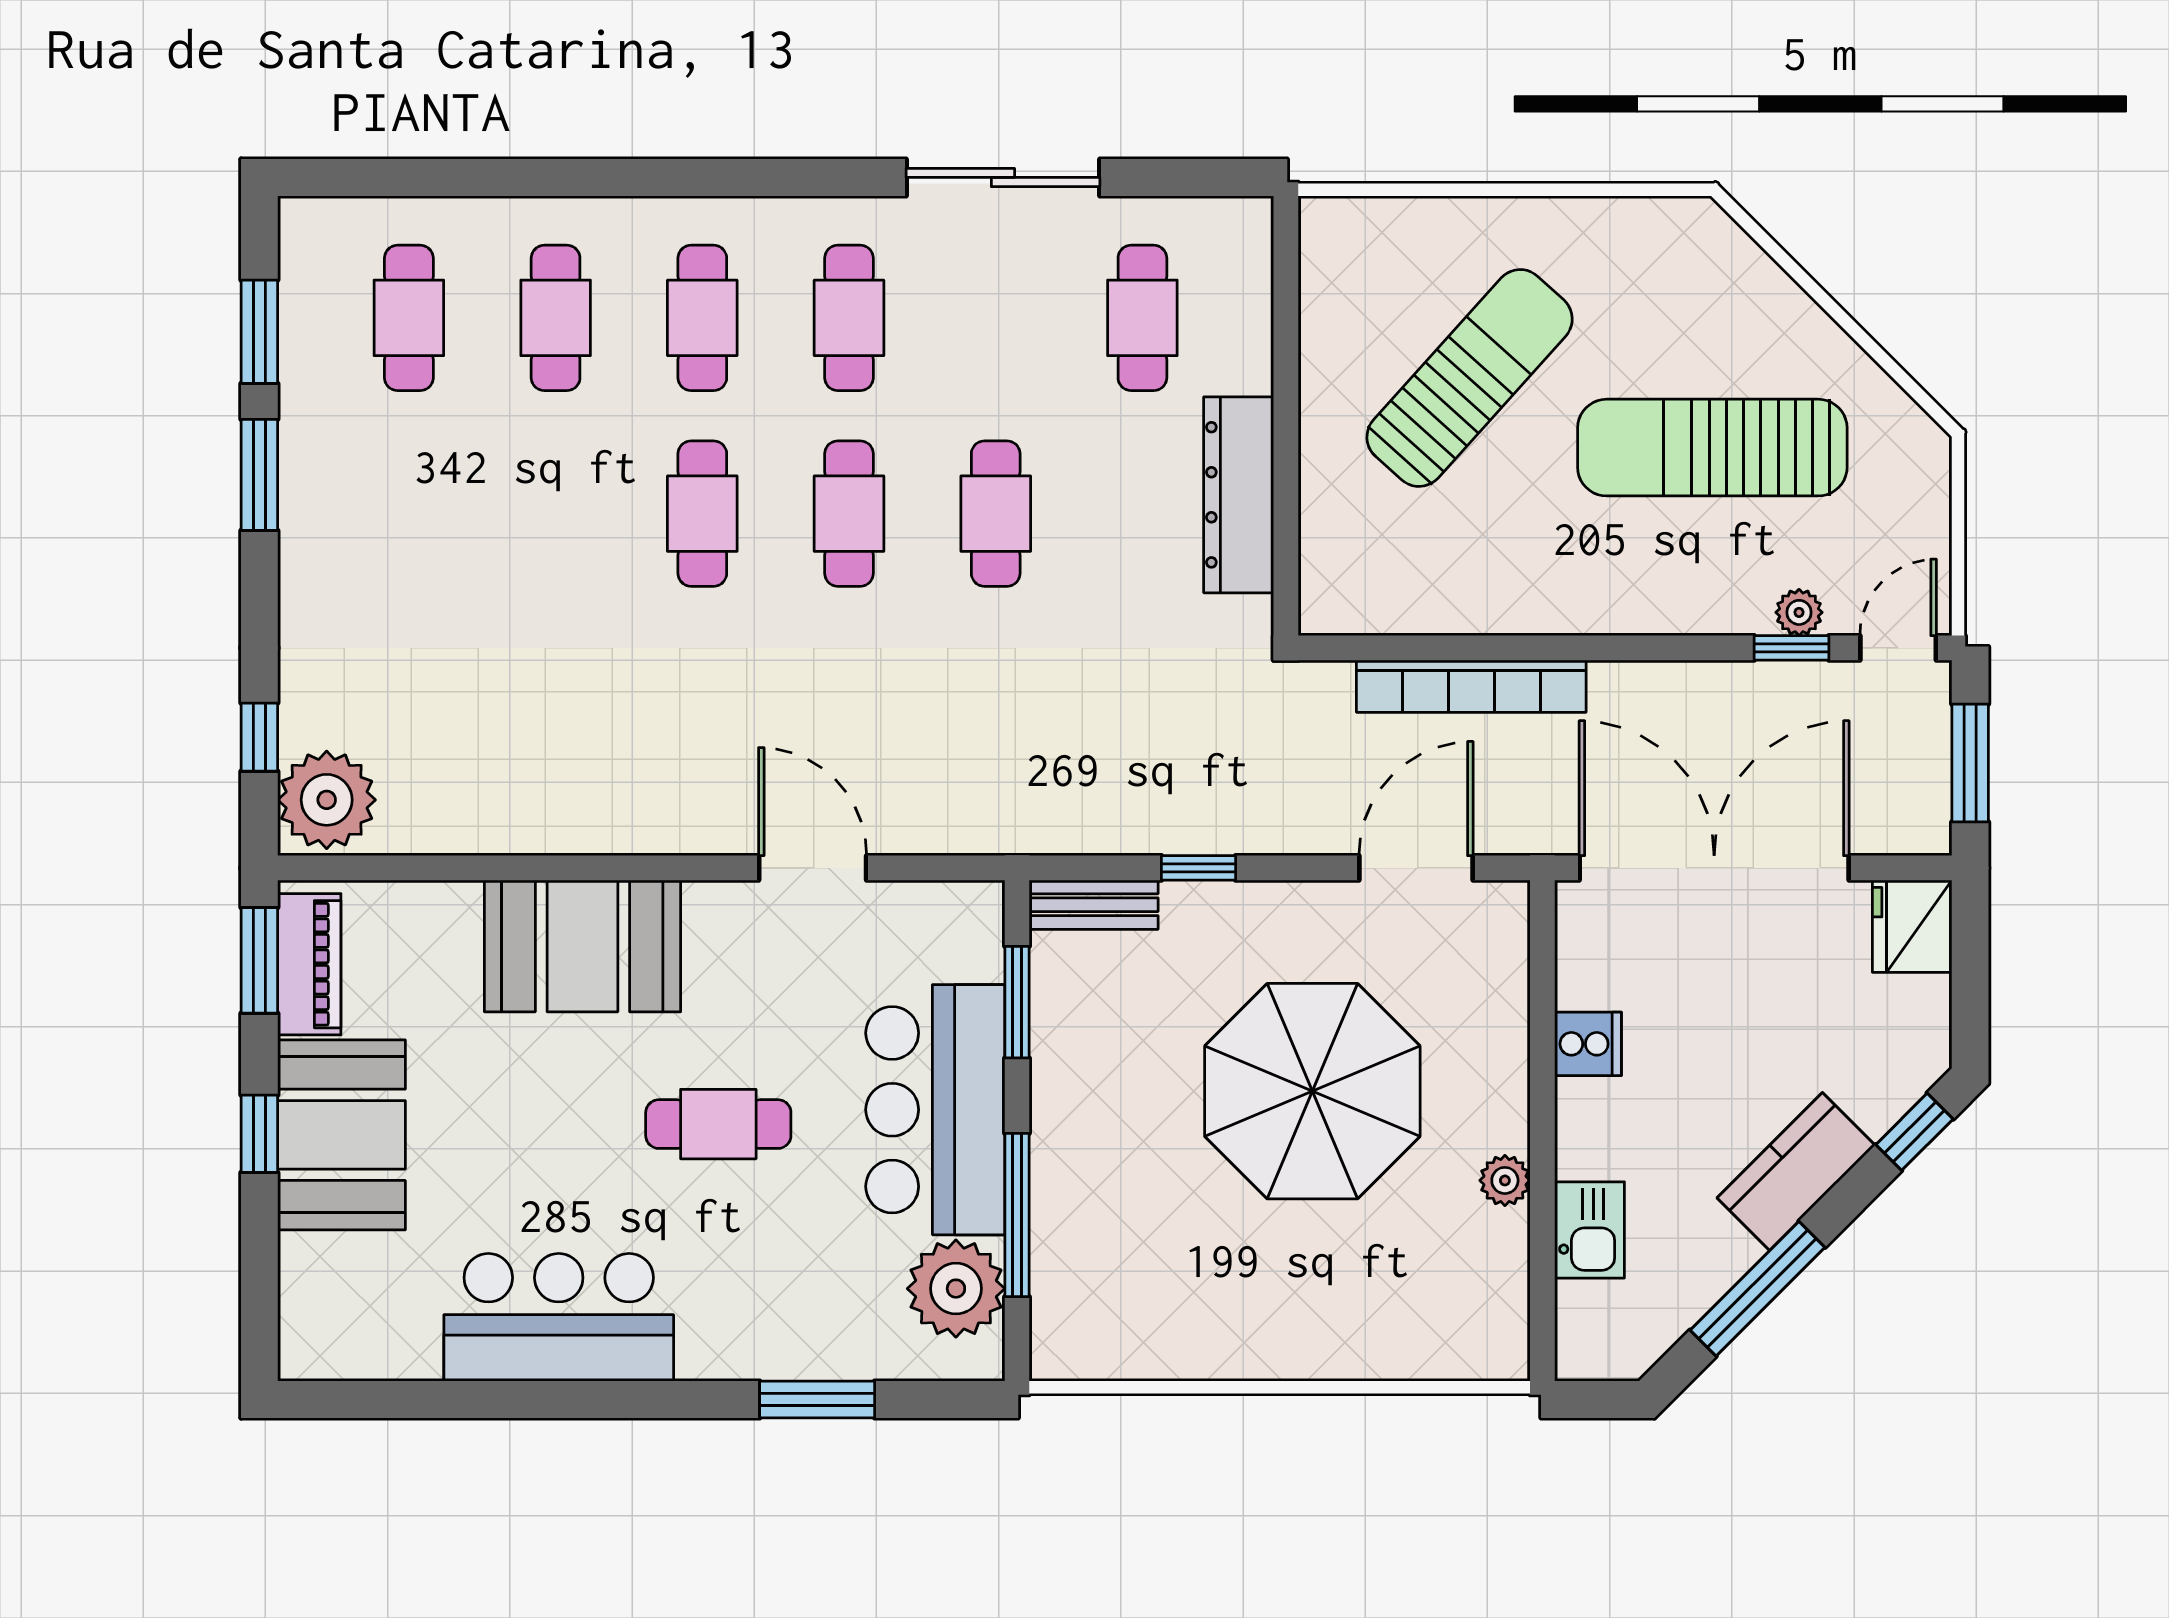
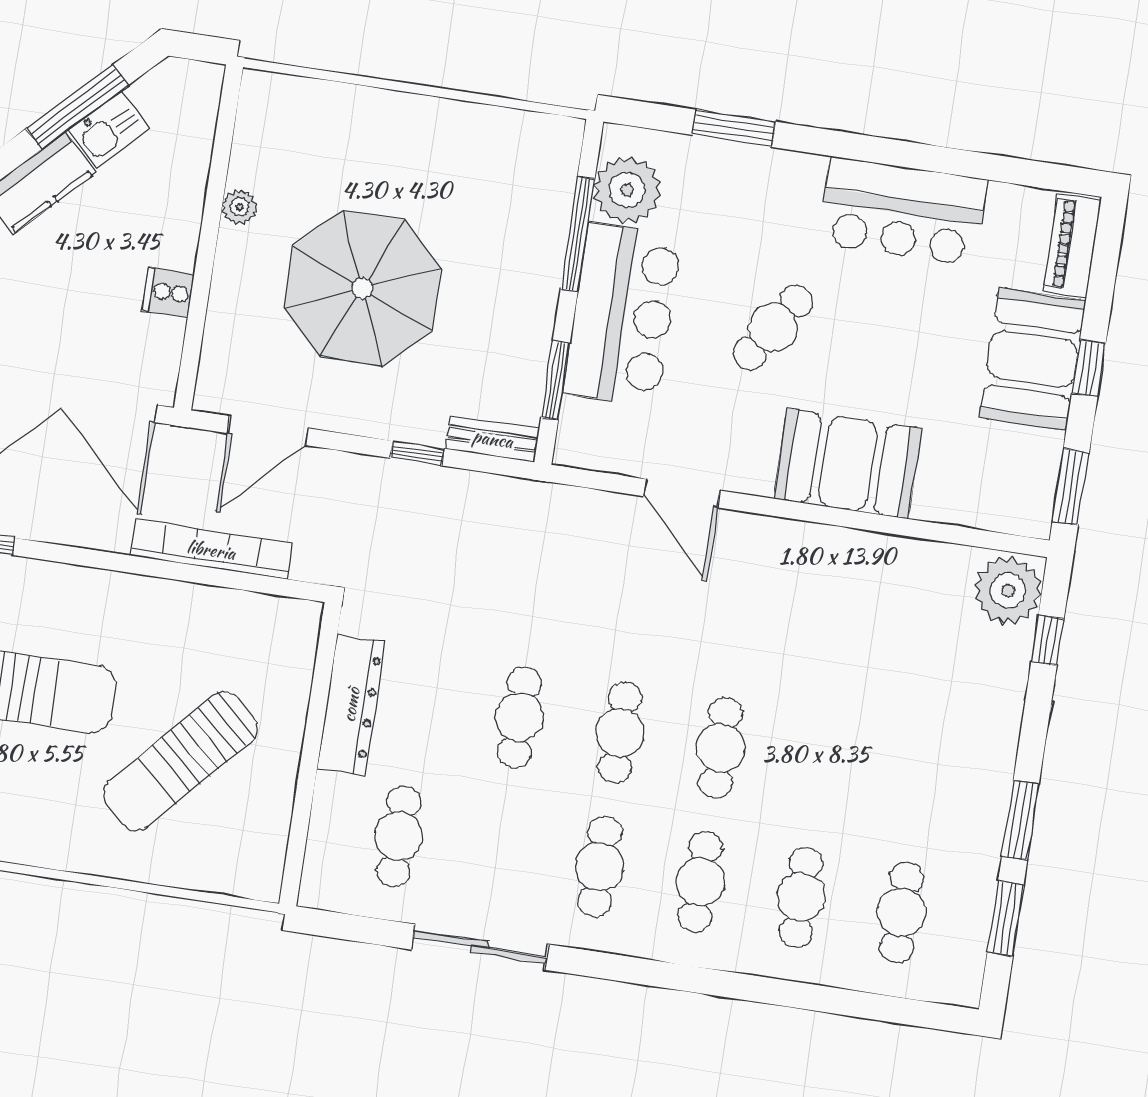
piano: (309, 964) -> (1072, 245), moved
cafe table: (718, 1124) -> (773, 327), turned -57
kitchen sink: (1590, 1230) -> (109, 129), moved, turned -135

